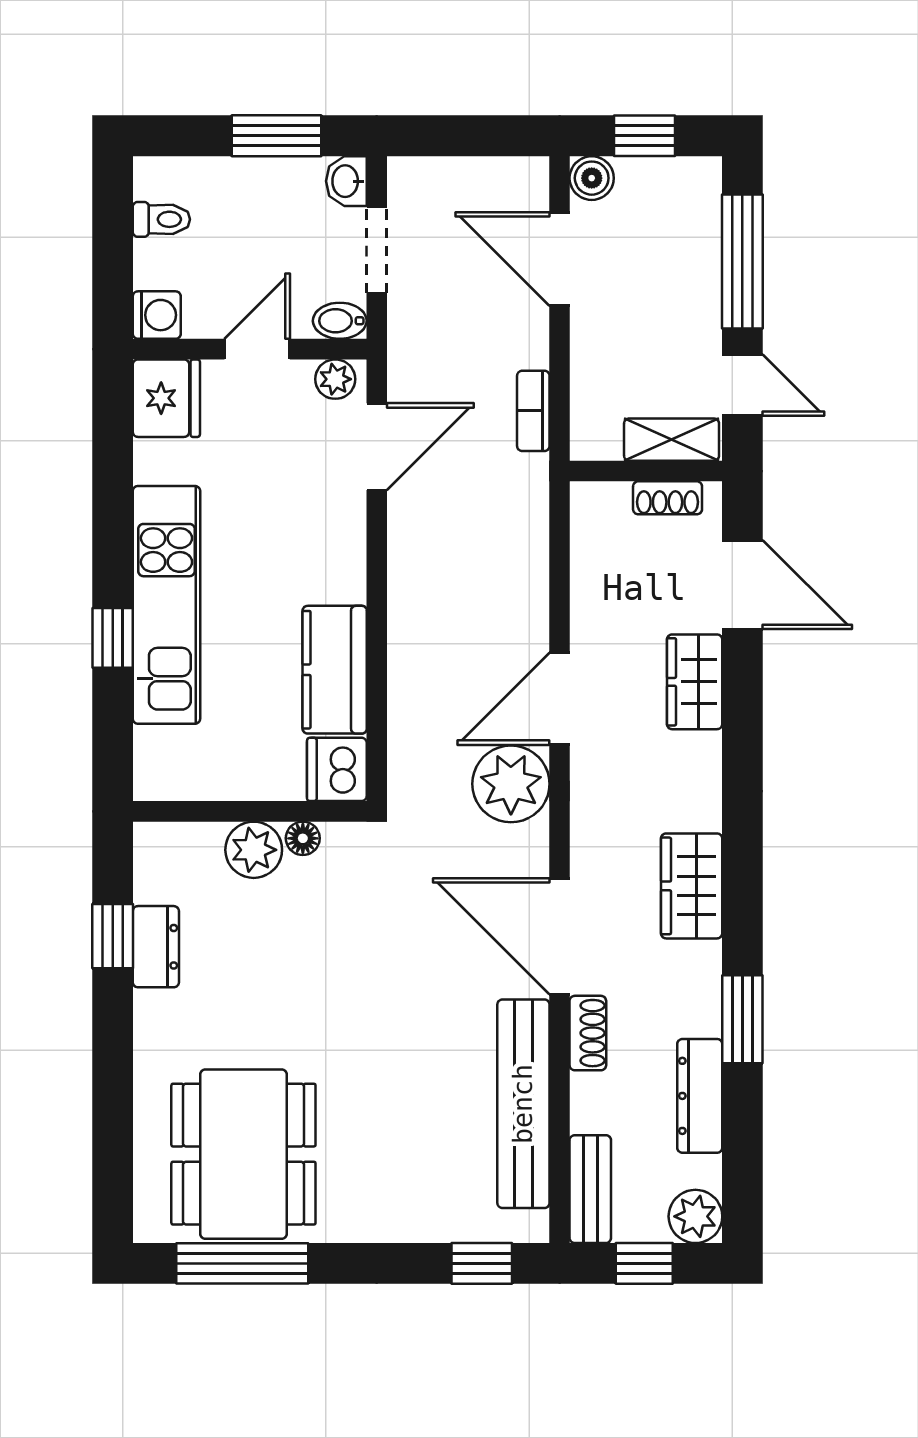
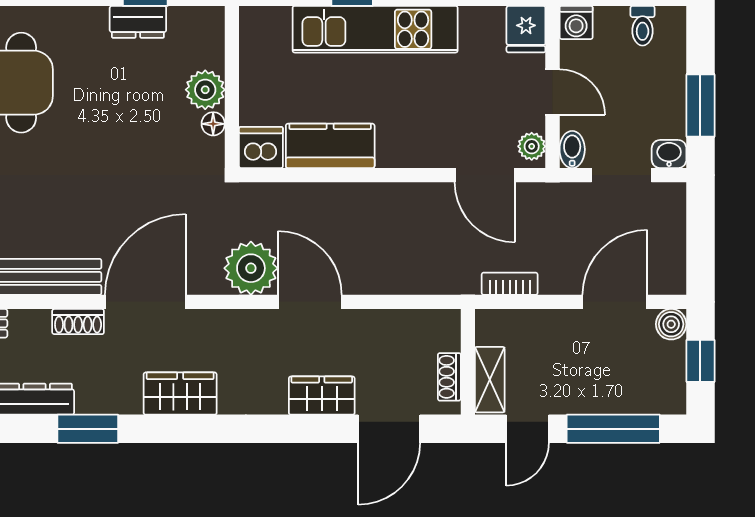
fridge: (166, 398) -> (526, 29), width x0.72

